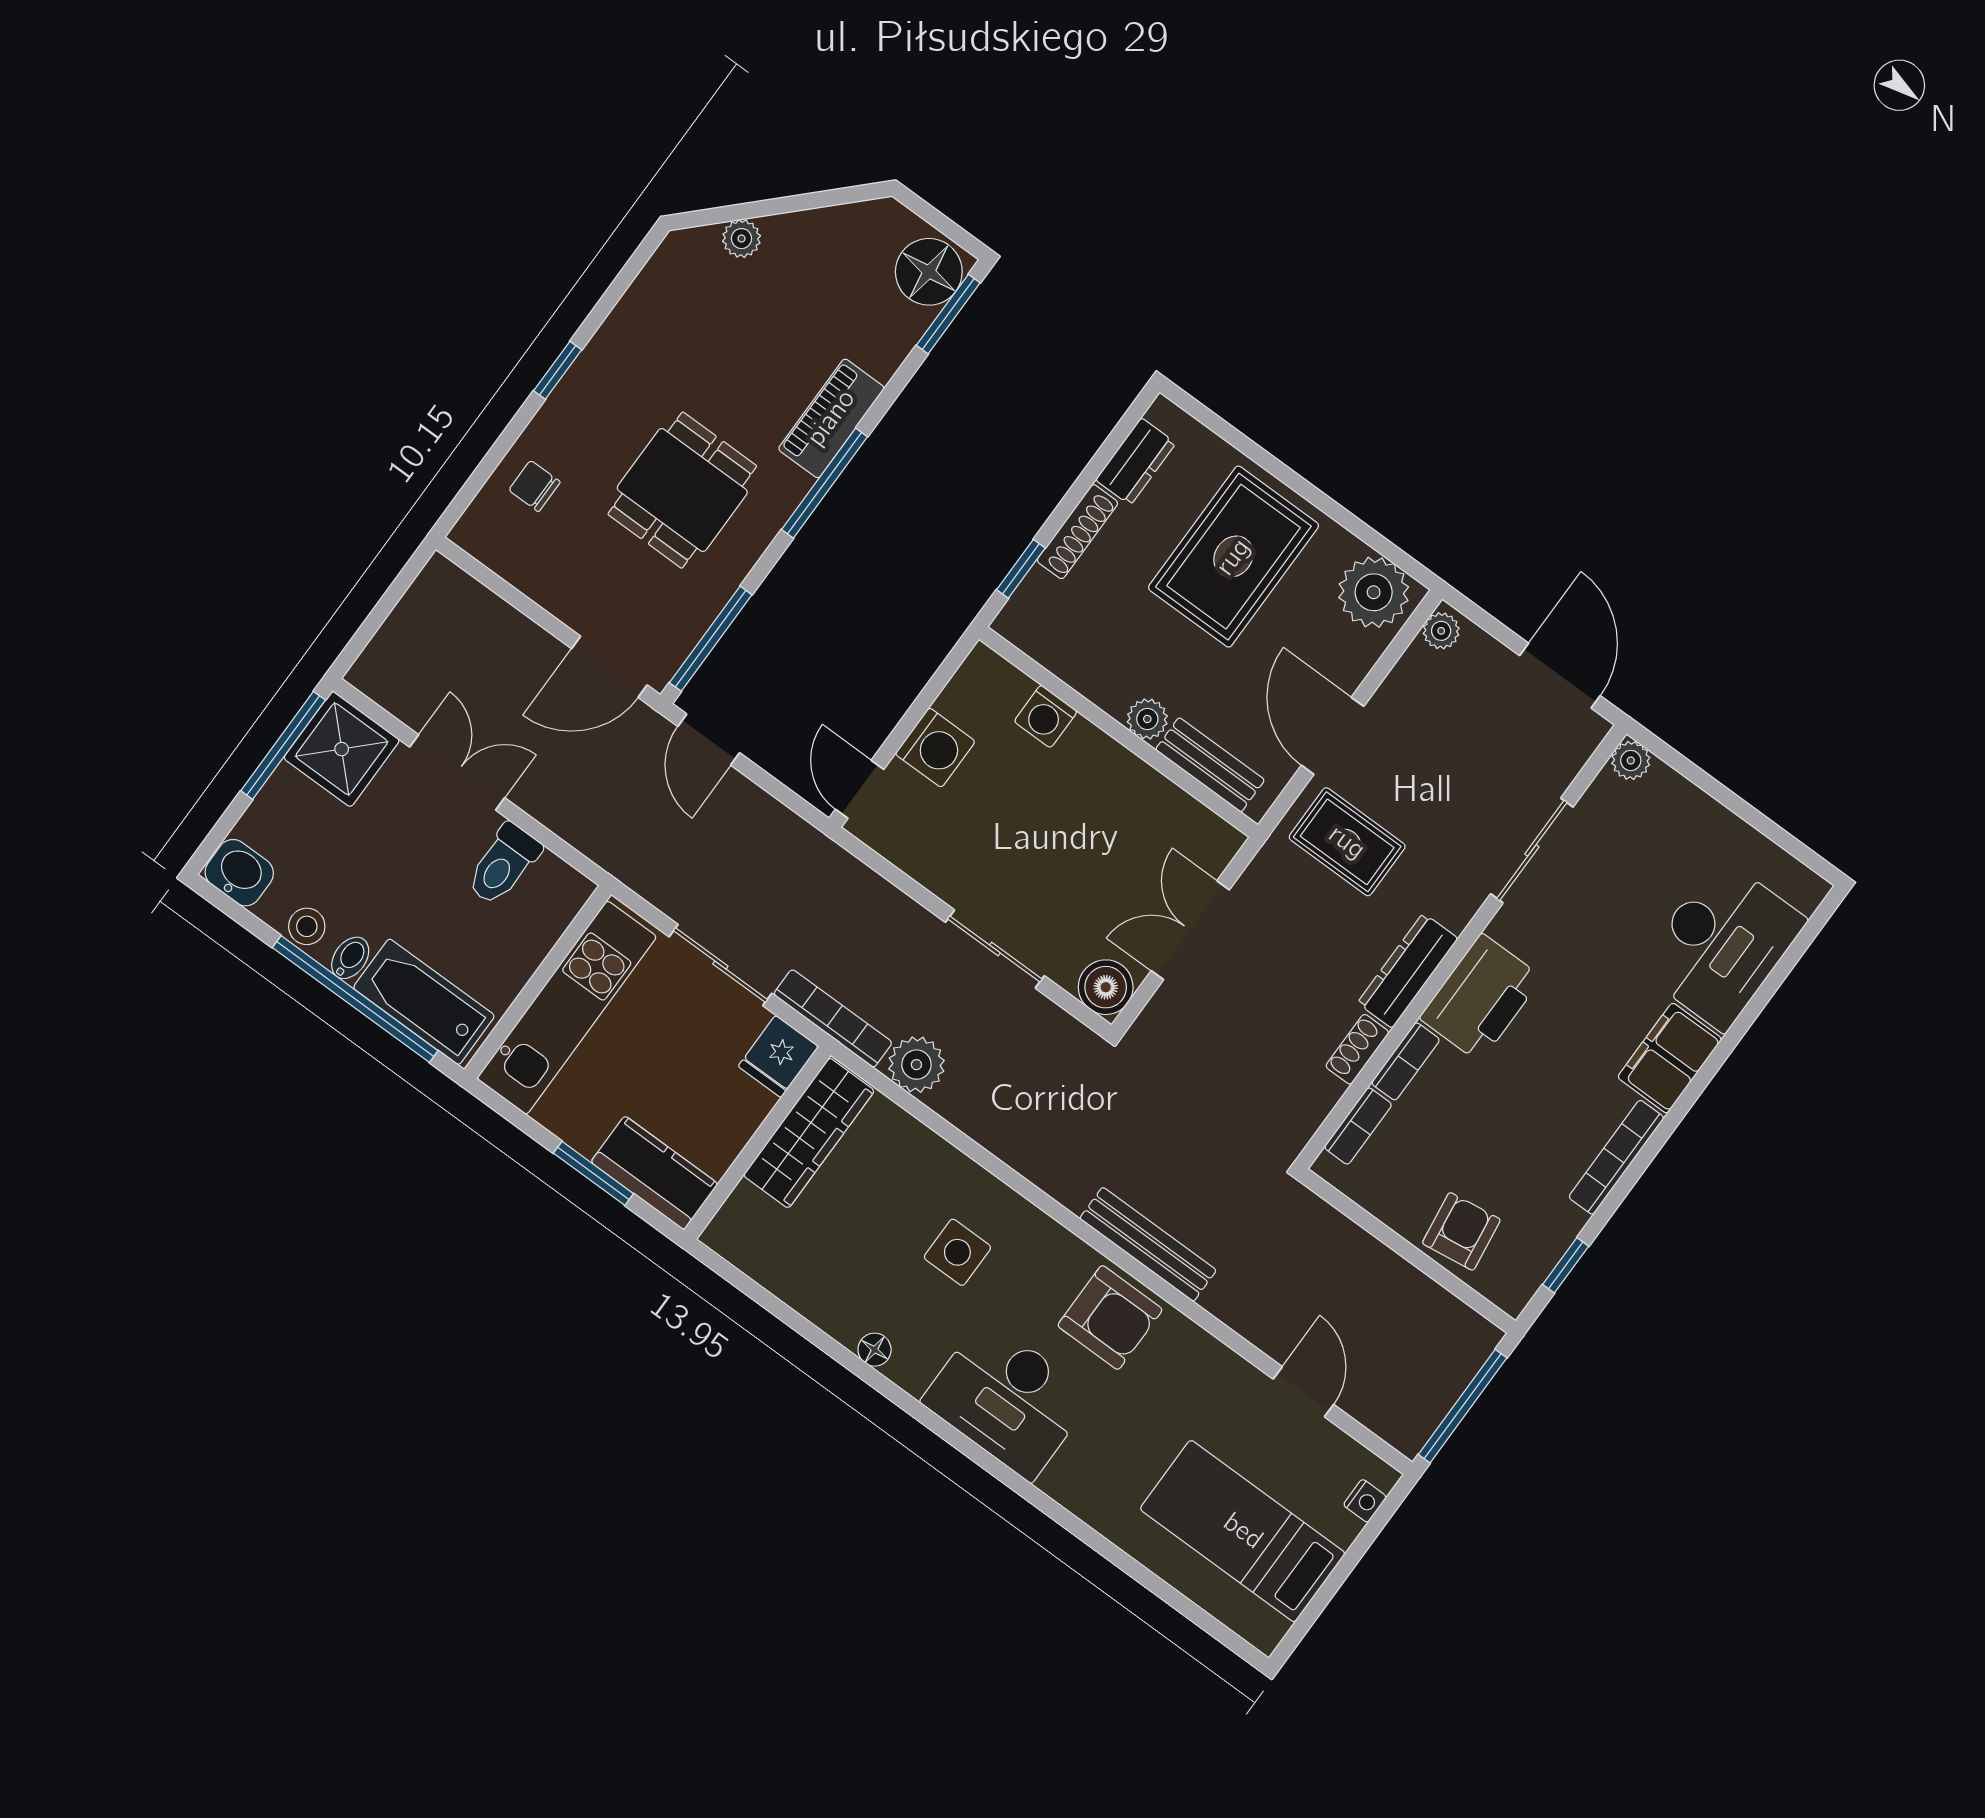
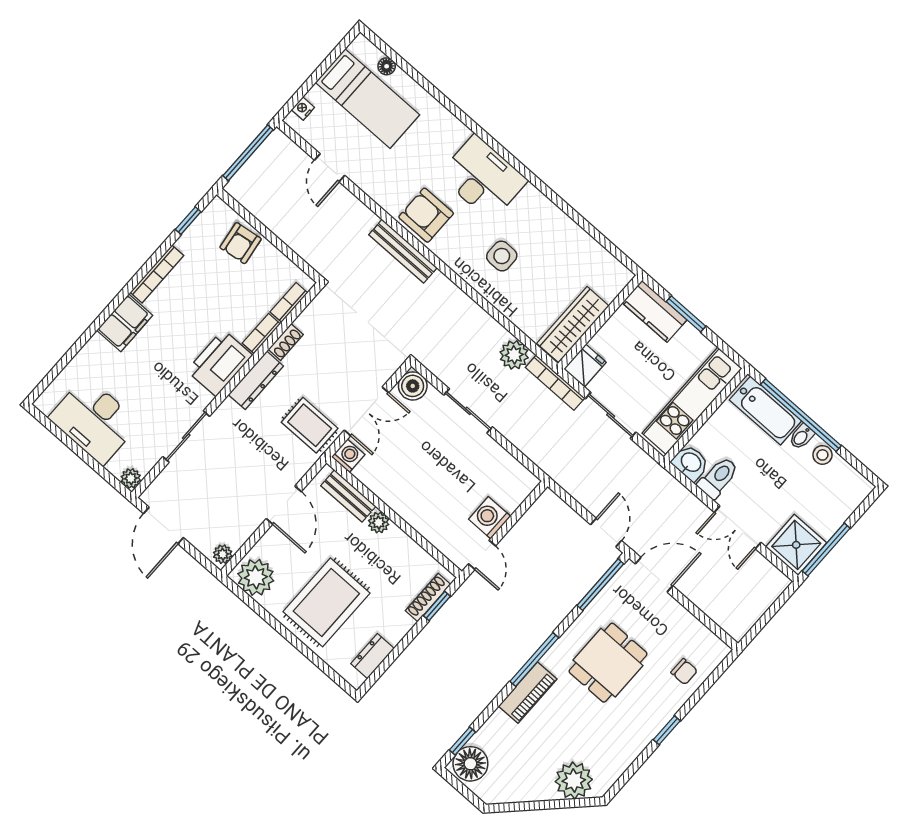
plant: (742, 239) -> (574, 781), width x1.87, depth x1.87
window: (948, 314) -> (462, 741), width x0.67
shoe rack: (1077, 532) -> (428, 598), moved
washing machine: (1046, 716) -> (348, 456), moved
door: (860, 789) -> (482, 555), moved
rug: (1347, 842) -> (310, 425), moved
washbasin: (239, 873) -> (690, 463), moved, turned 180
desk: (1722, 944) -> (94, 420), moved, turned -90
floor lamp: (875, 1350) -> (387, 66), moved

